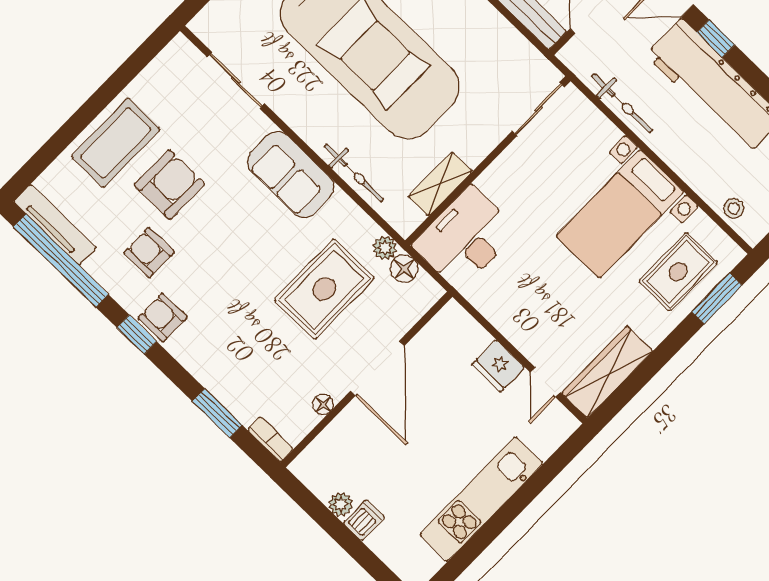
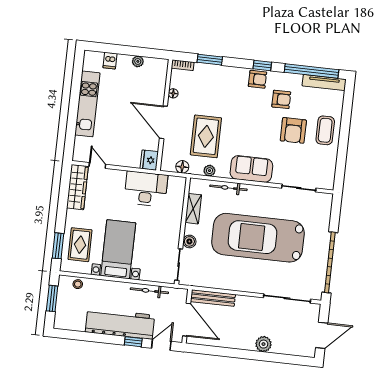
boiler: (490, 134) -> (189, 241), added
coffee table: (116, 143) -> (325, 130), width x0.73, depth x0.76
desk: (465, 238) -> (146, 189), moved, turned -90
plant: (385, 248) -> (209, 171), moved
fridge: (498, 366) -> (149, 160), moved, turned -90
dishwasher: (364, 520) -> (110, 61), moved

